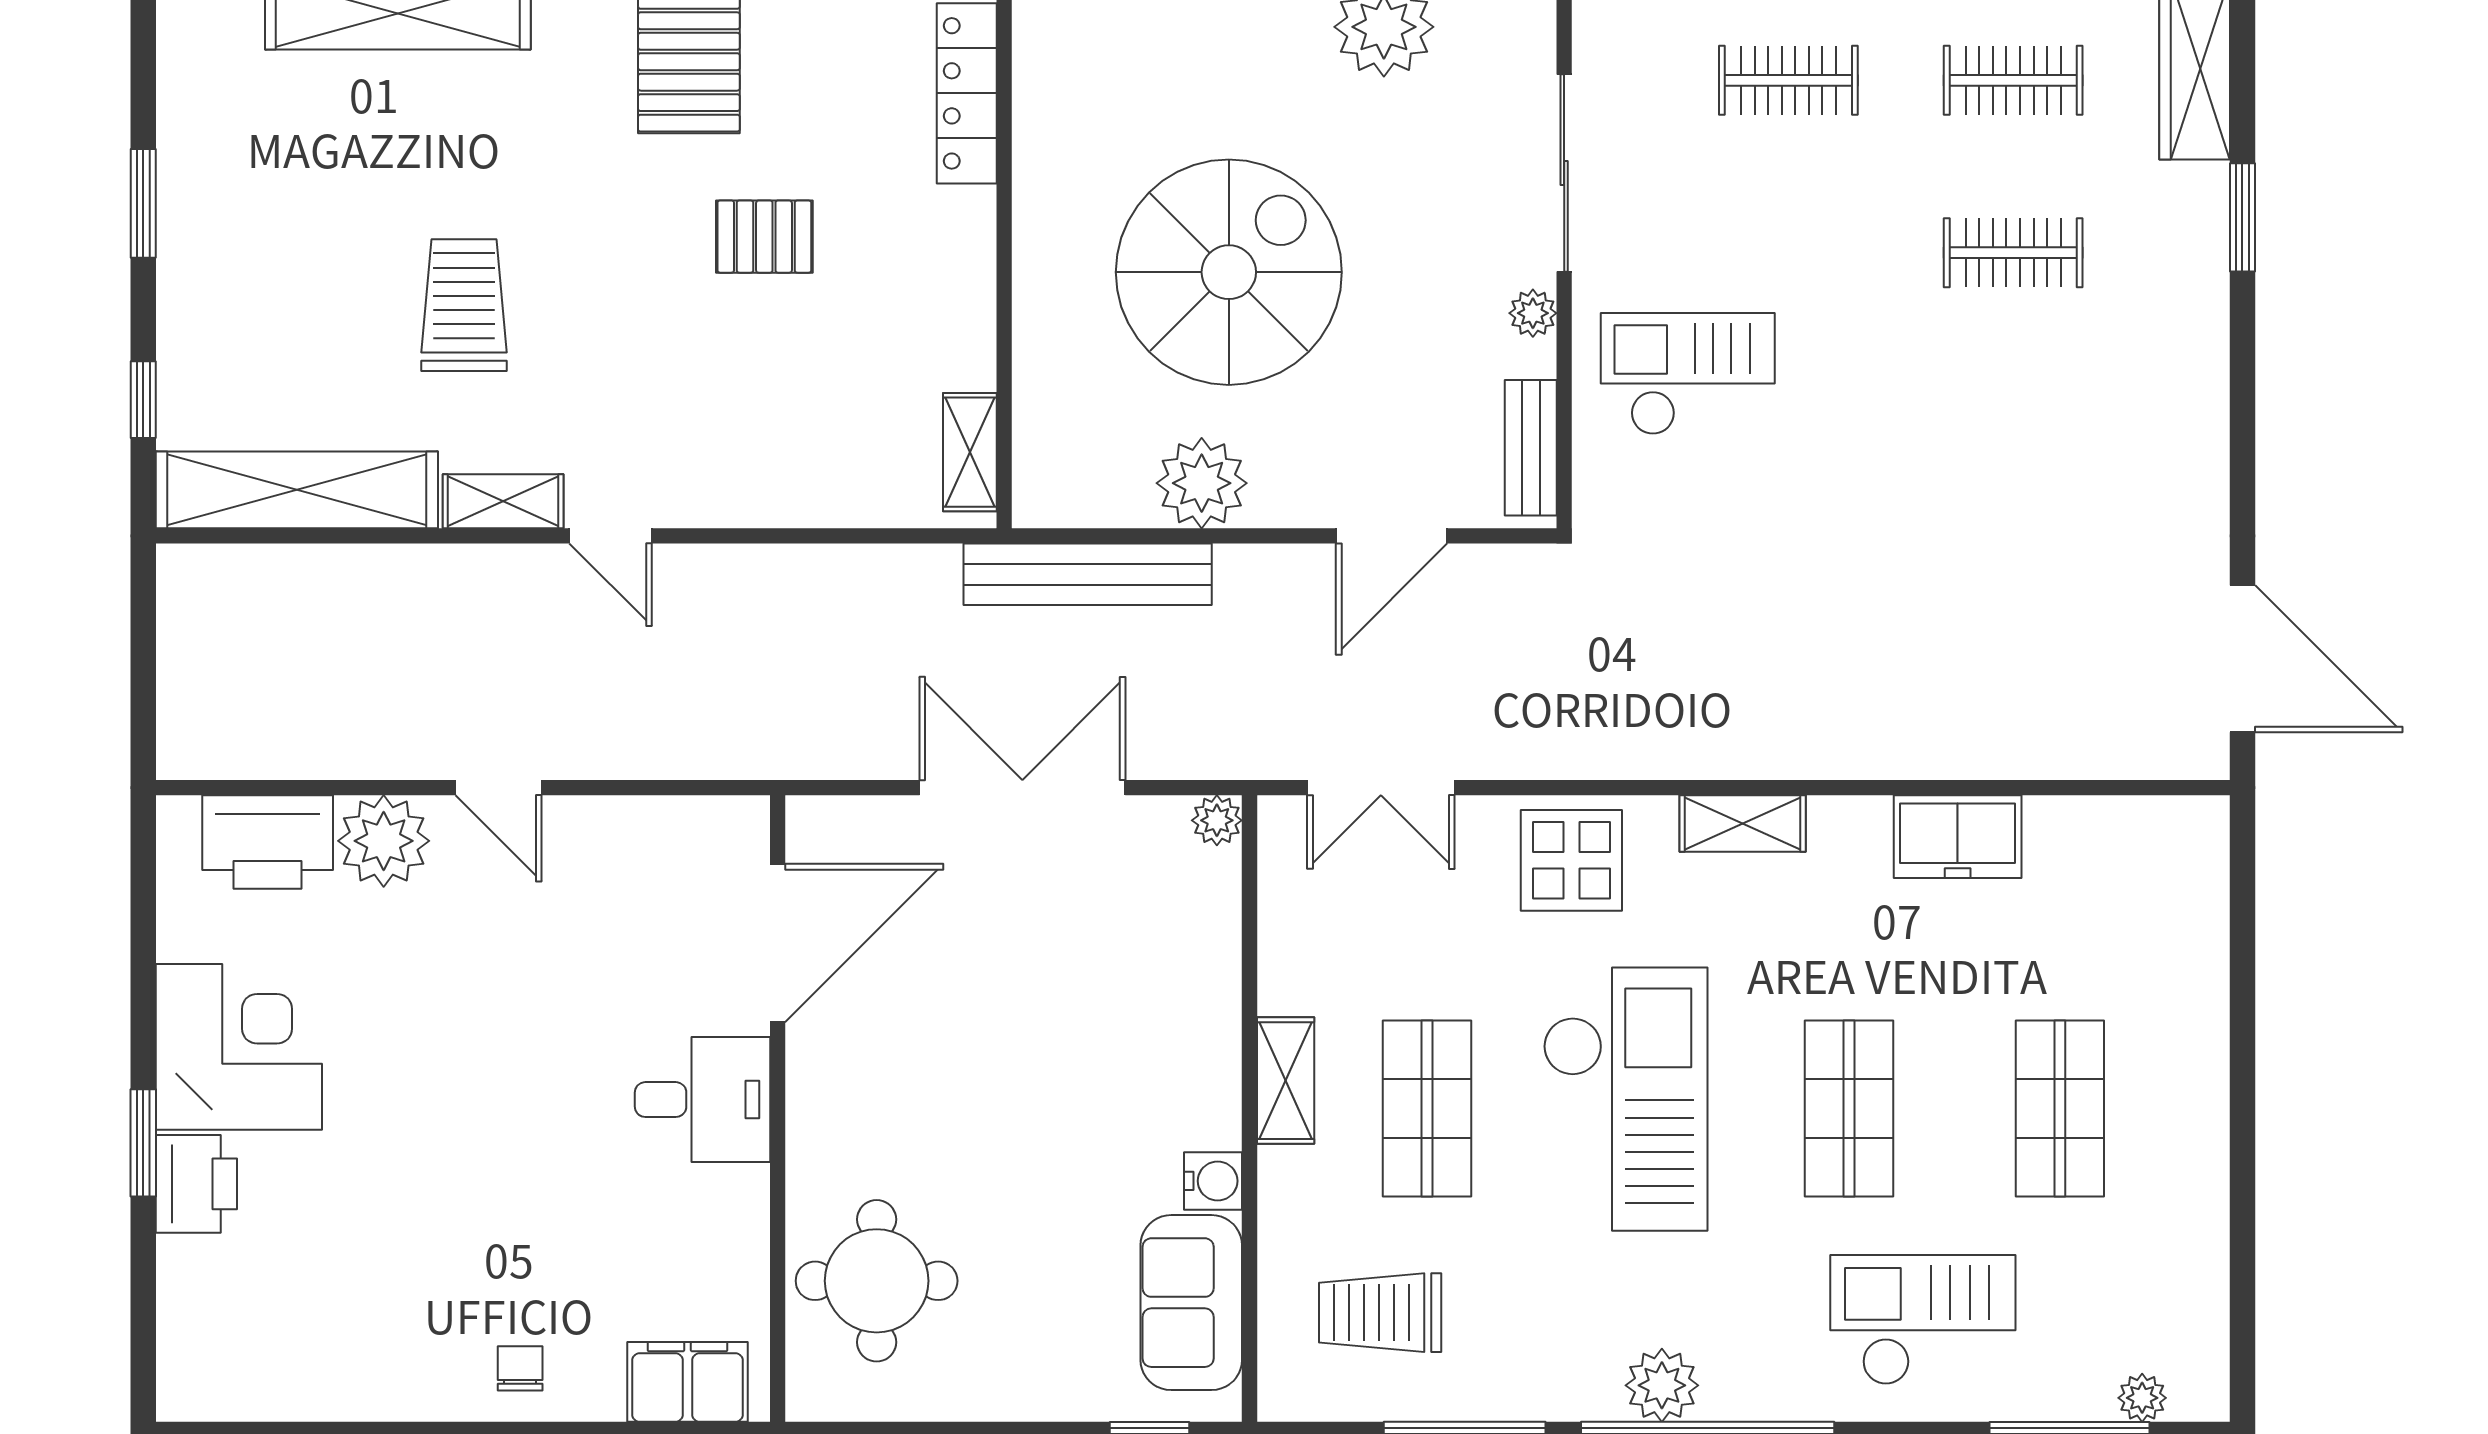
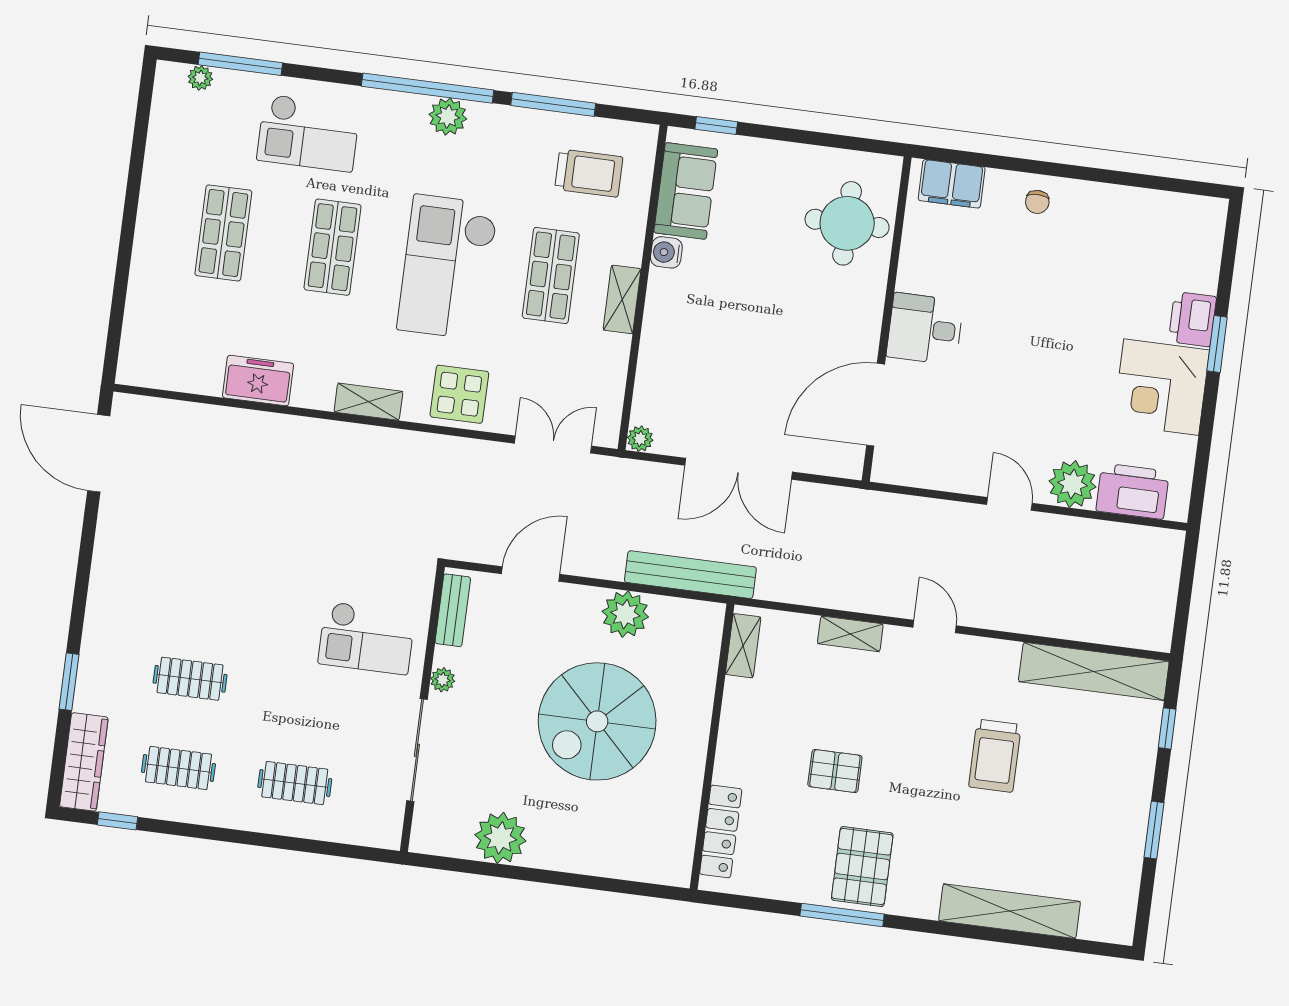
shelving: (503, 501) -> (850, 634), moved

